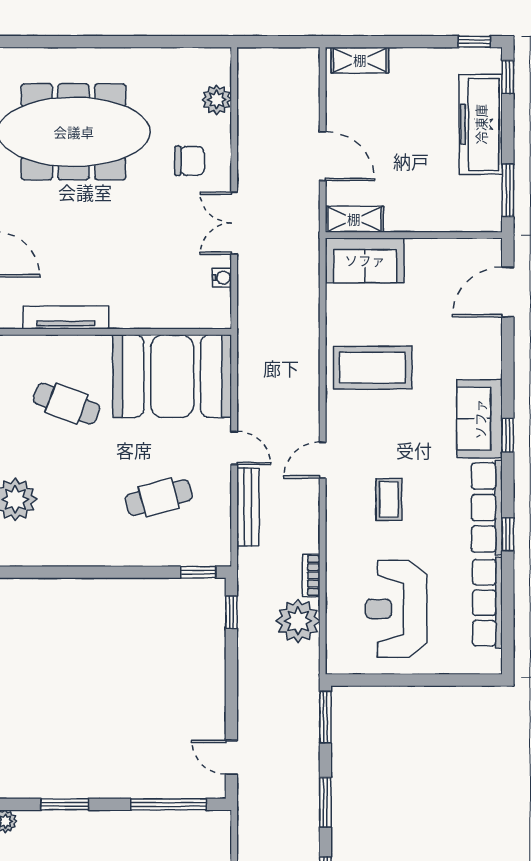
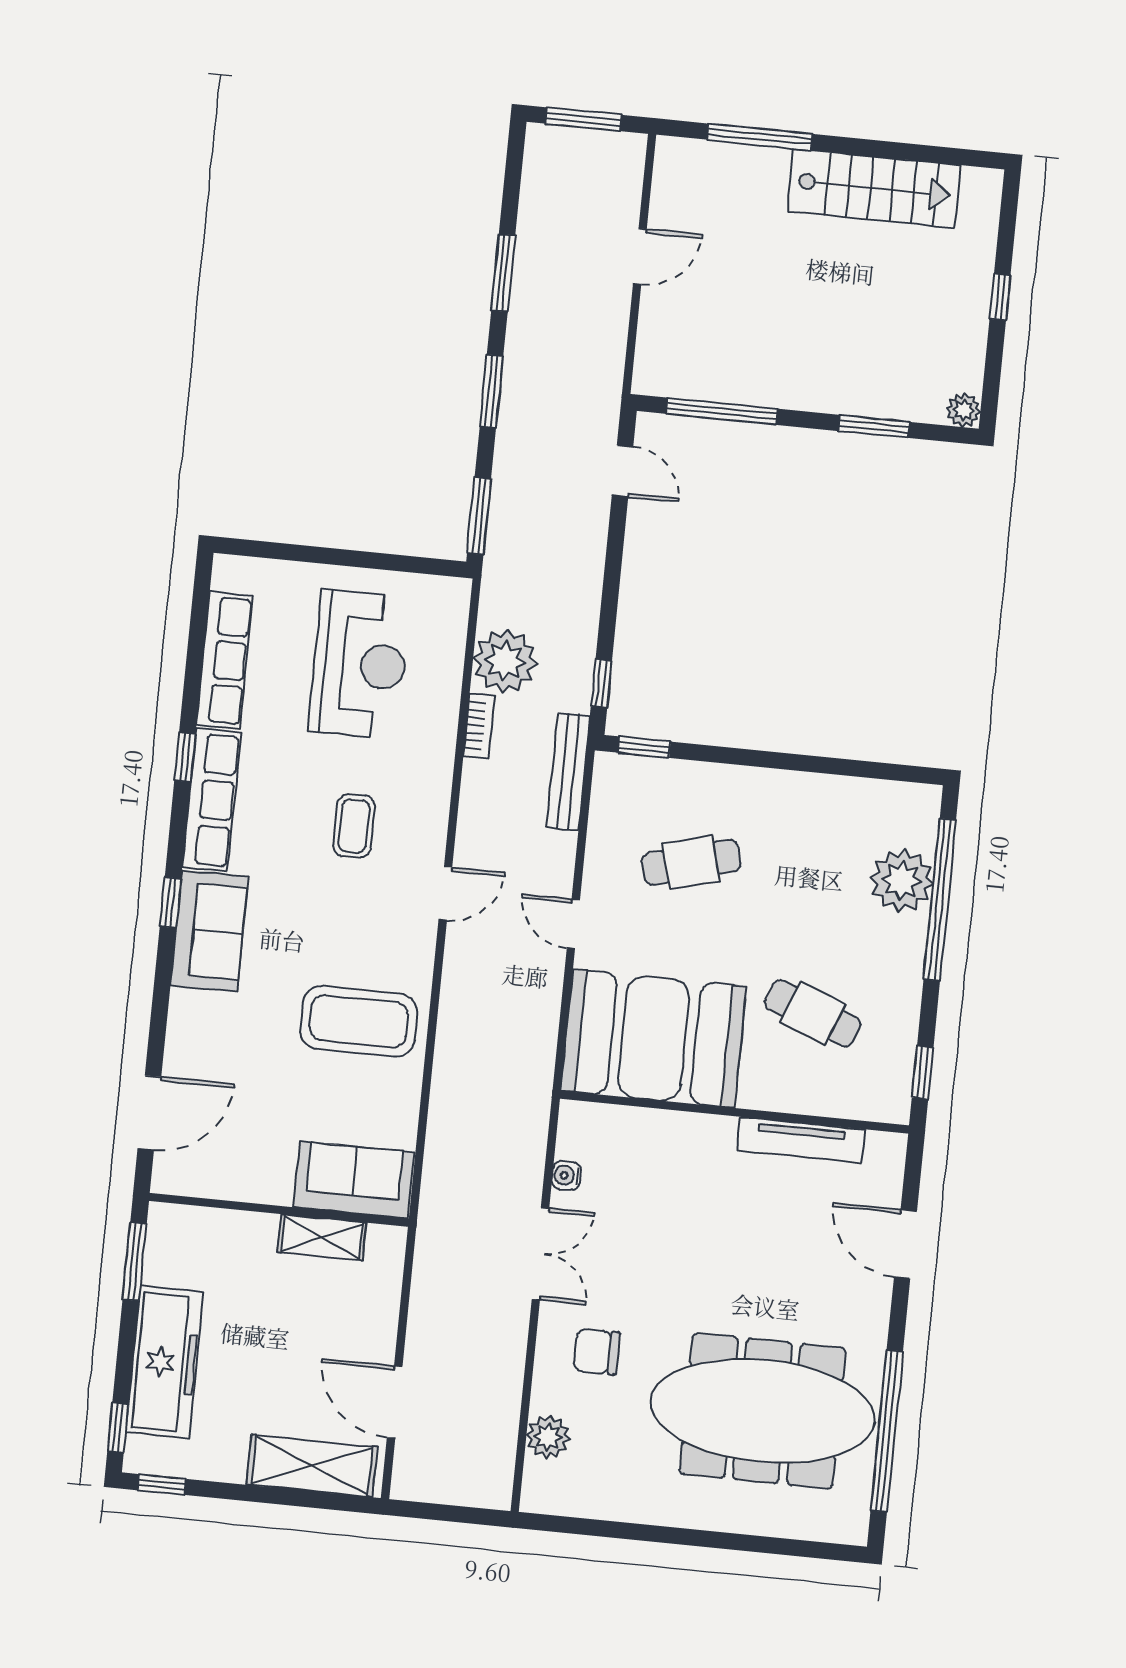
shelving: (360, 60) -> (312, 1466), width x1.50, depth x1.33
door: (323, 156) -> (395, 1402), moved
shelving: (354, 219) -> (322, 1237), moved
bench: (248, 507) -> (568, 772), moved

